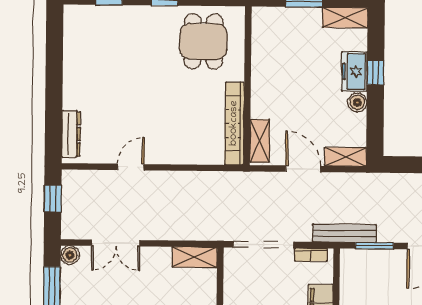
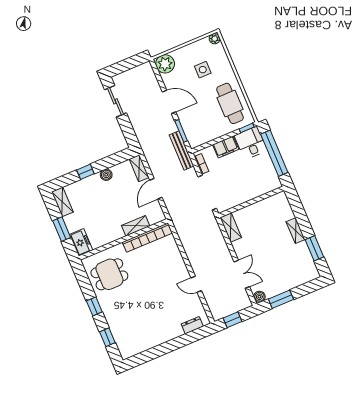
freezer: (354, 71) -> (81, 242), moved, turned -90
dresser: (71, 134) -> (192, 325), width x0.70
shelving: (260, 141) -> (136, 226), moved

